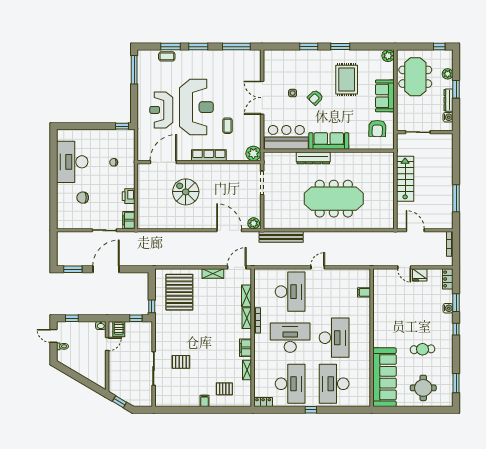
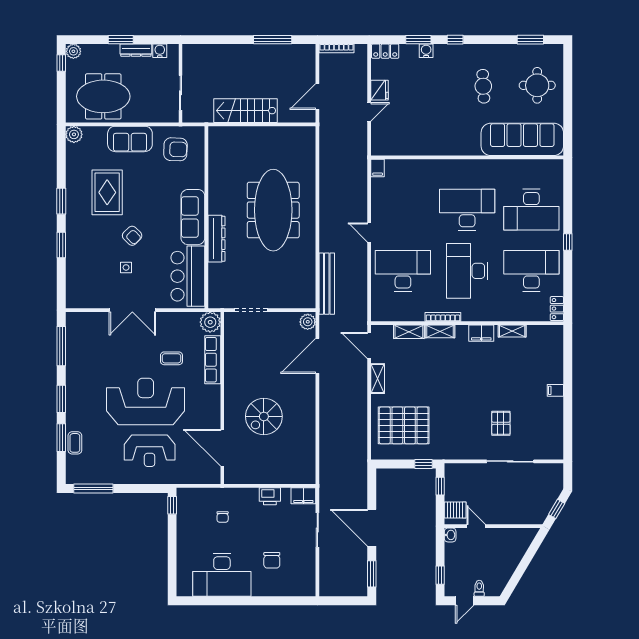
plant: (448, 74) -> (73, 51), moved
rug: (347, 80) -> (107, 192), turned 90
row of seats: (209, 155) -> (213, 360), moved
filing cabinet: (364, 292) -> (378, 168), moved
pallet: (224, 389) -> (538, 363), removed

